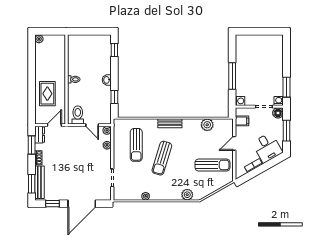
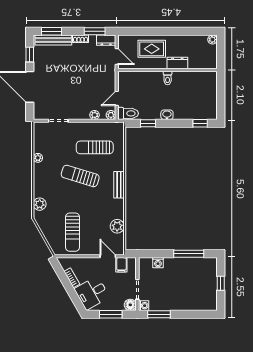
window: (259, 31) -> (221, 283), added
dresser: (60, 71) -> (177, 63), added
window: (232, 76) -> (189, 254), moved
washing machine: (240, 101) -> (158, 263), moved
toilet: (78, 115) -> (128, 113), moved
door: (234, 143) -> (108, 256), moved

